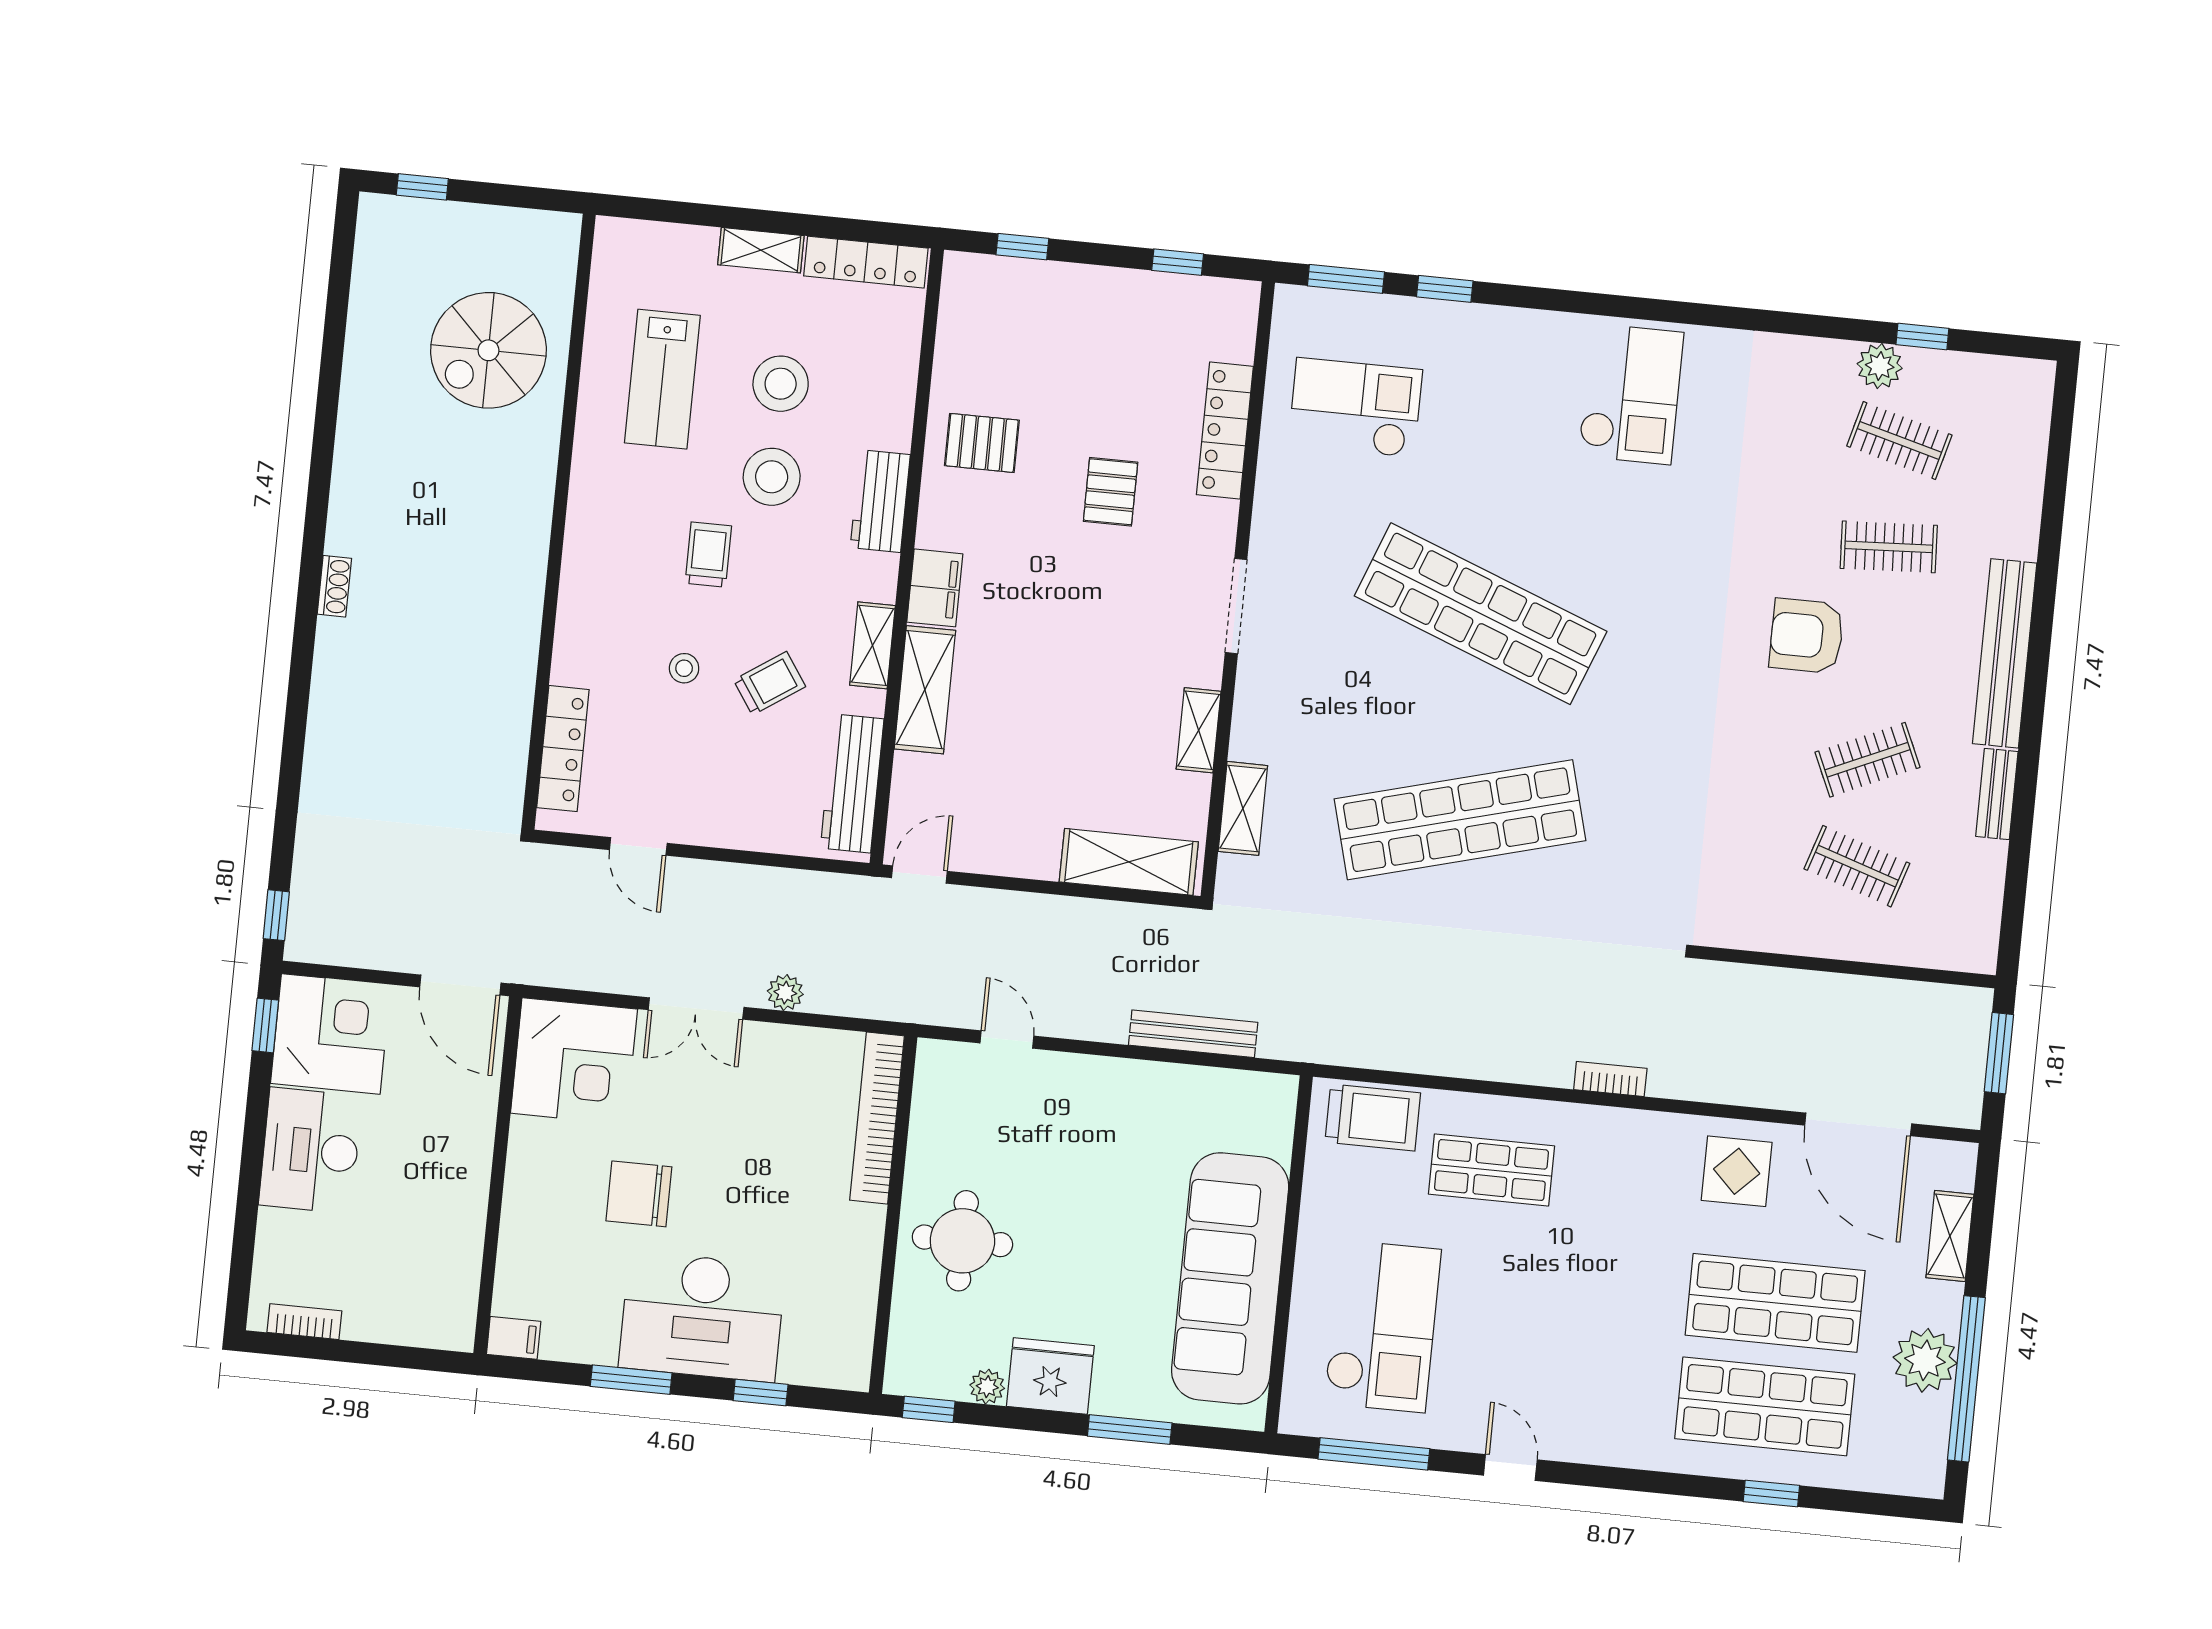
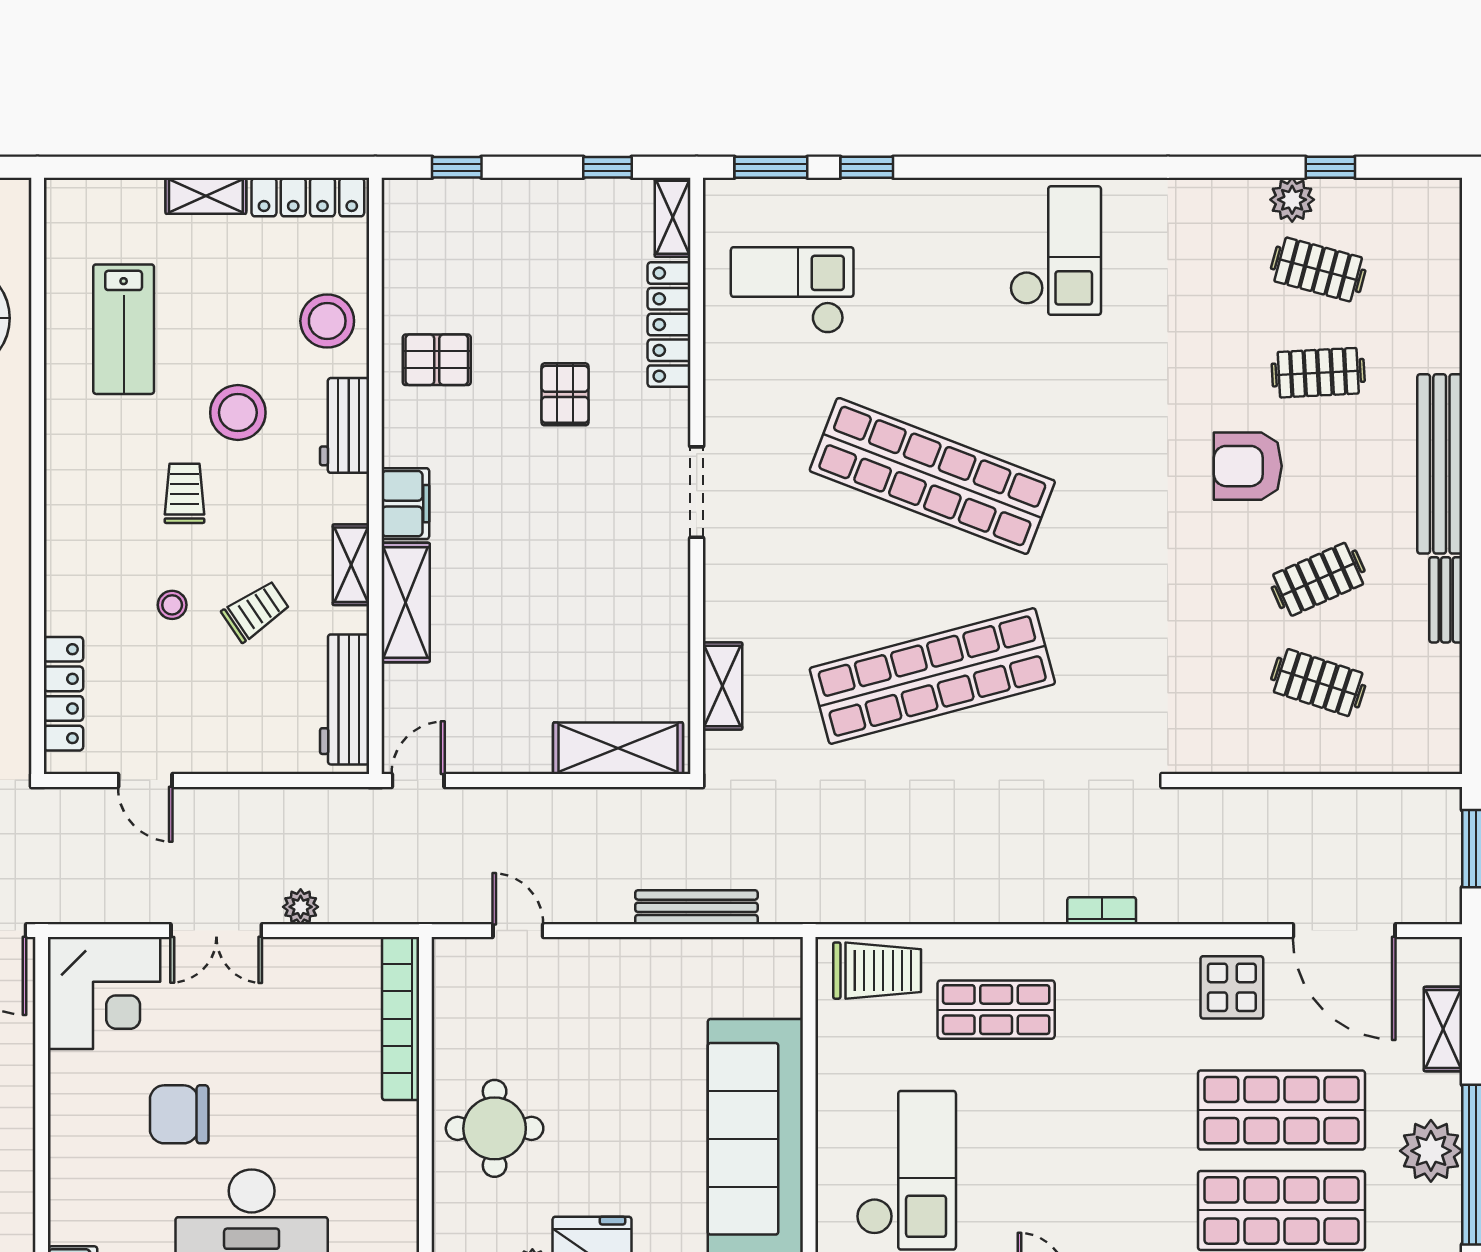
stool: (781, 384) -> (327, 321), moved
shelving: (1199, 730) -> (673, 217), moved

